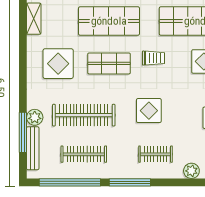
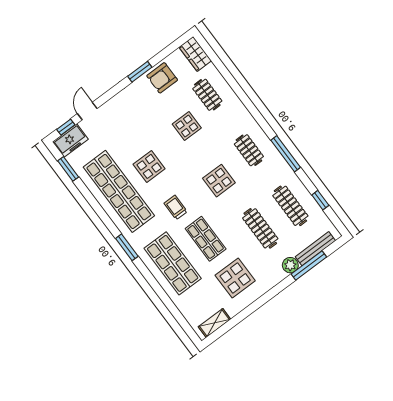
clothes rail: (84, 115) -> (260, 228), width x0.73, depth x0.76
plant: (191, 171) -> (241, 113), removed
window: (70, 182) -> (320, 200), width x0.32

